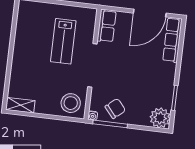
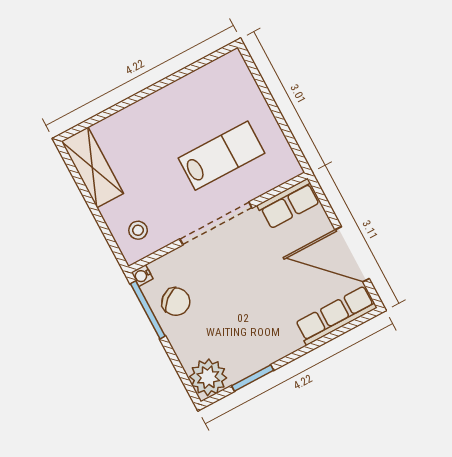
lab bench: (63, 41) -> (222, 156), turned 180
stool: (71, 103) -> (138, 230), width x0.53, depth x0.53
shelving: (20, 105) -> (92, 167), width x1.50, depth x1.33

